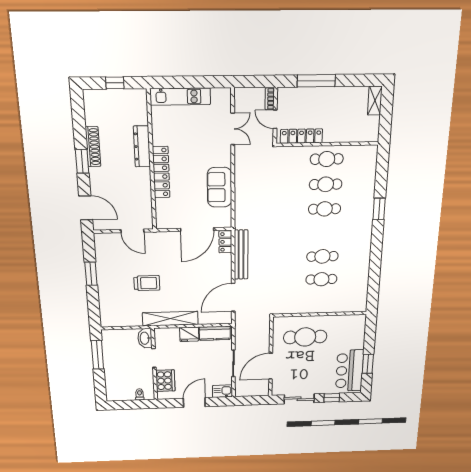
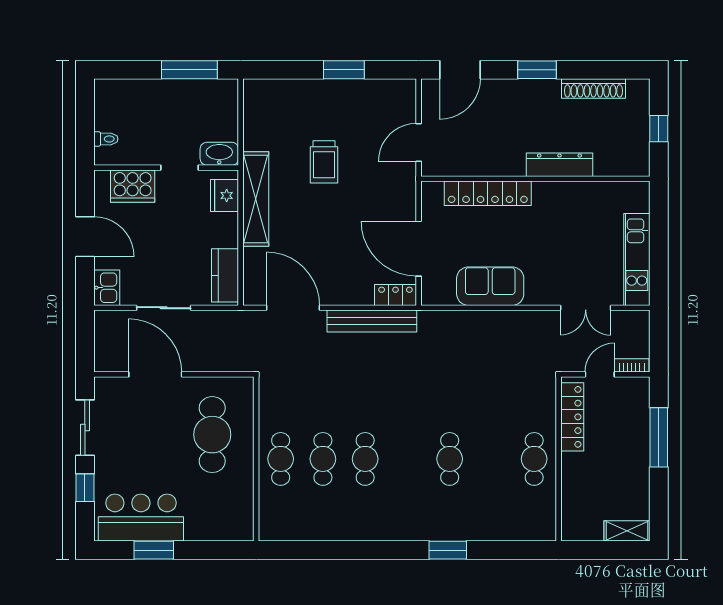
kitchen unit: (180, 97) -> (637, 259), moved
shoe rack: (93, 147) -> (593, 89), moved
locker: (161, 172) -> (488, 193), moved
cafe table: (326, 184) -> (281, 459), moved
fridge: (189, 334) -> (224, 196), moved

